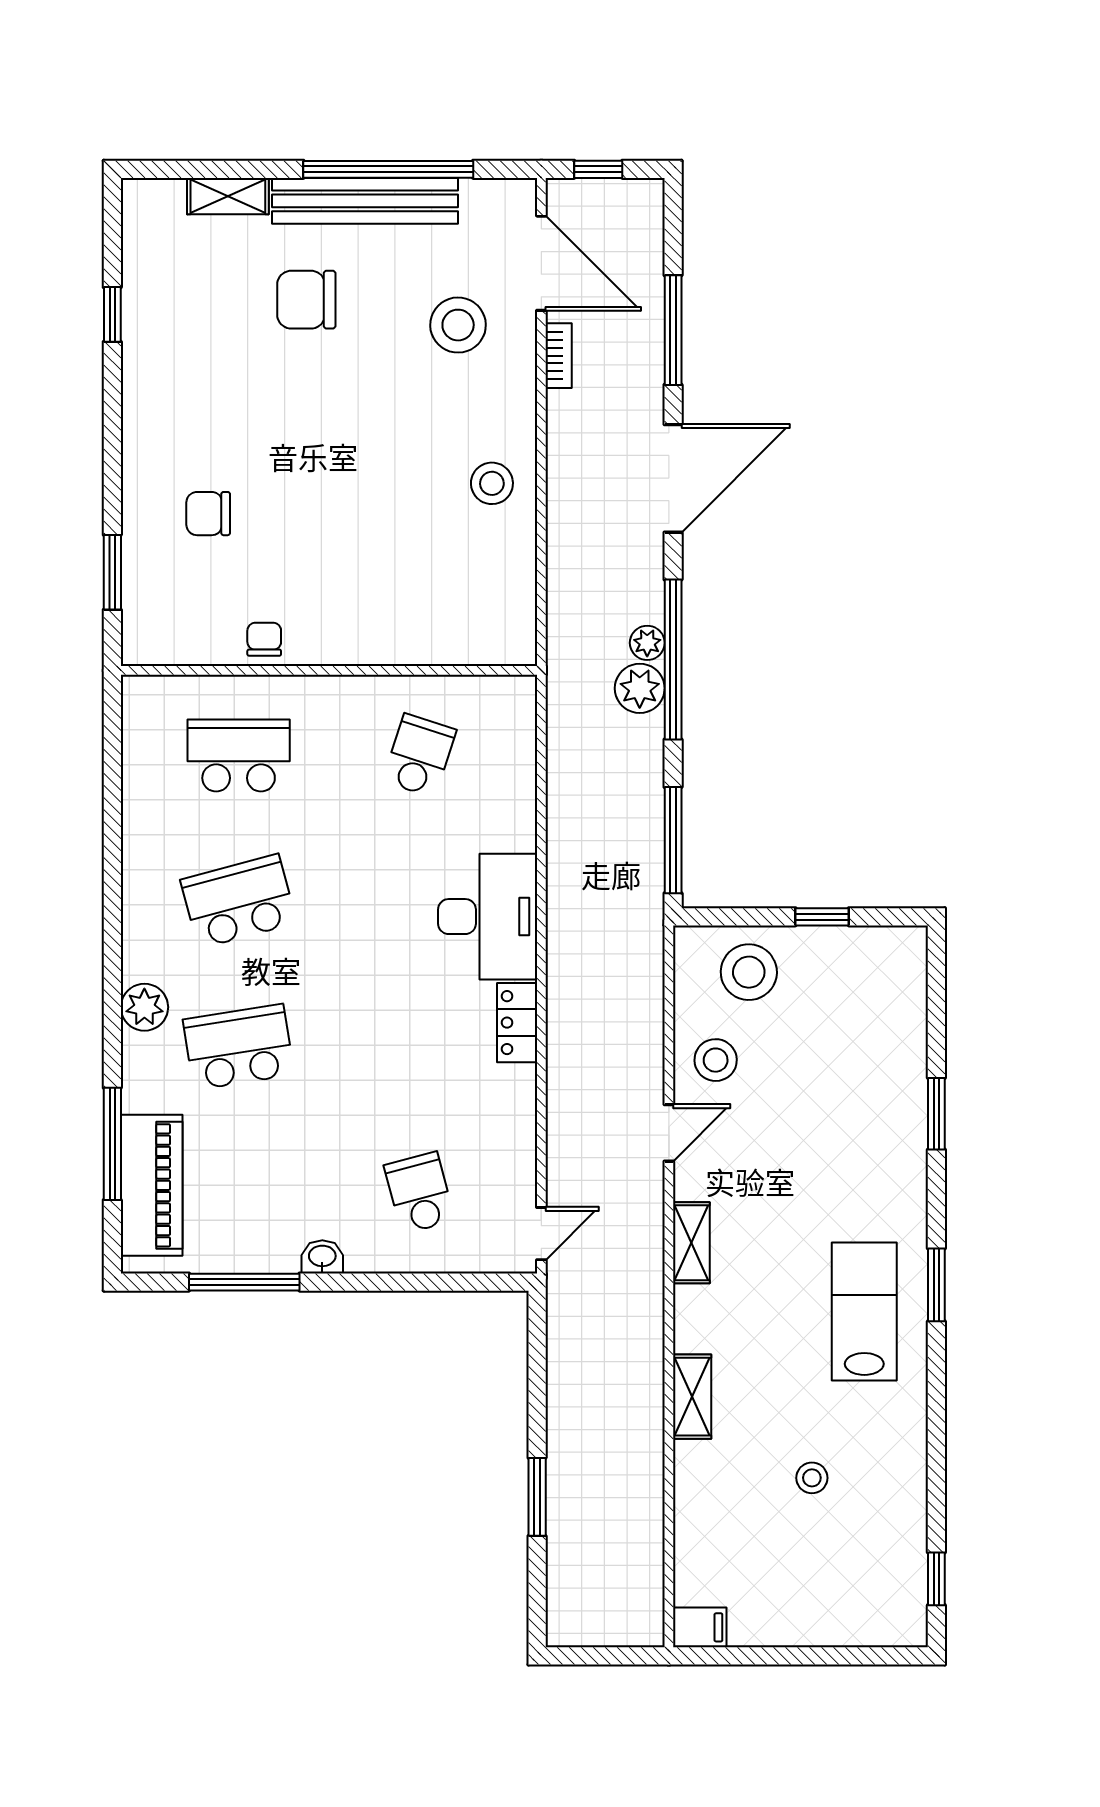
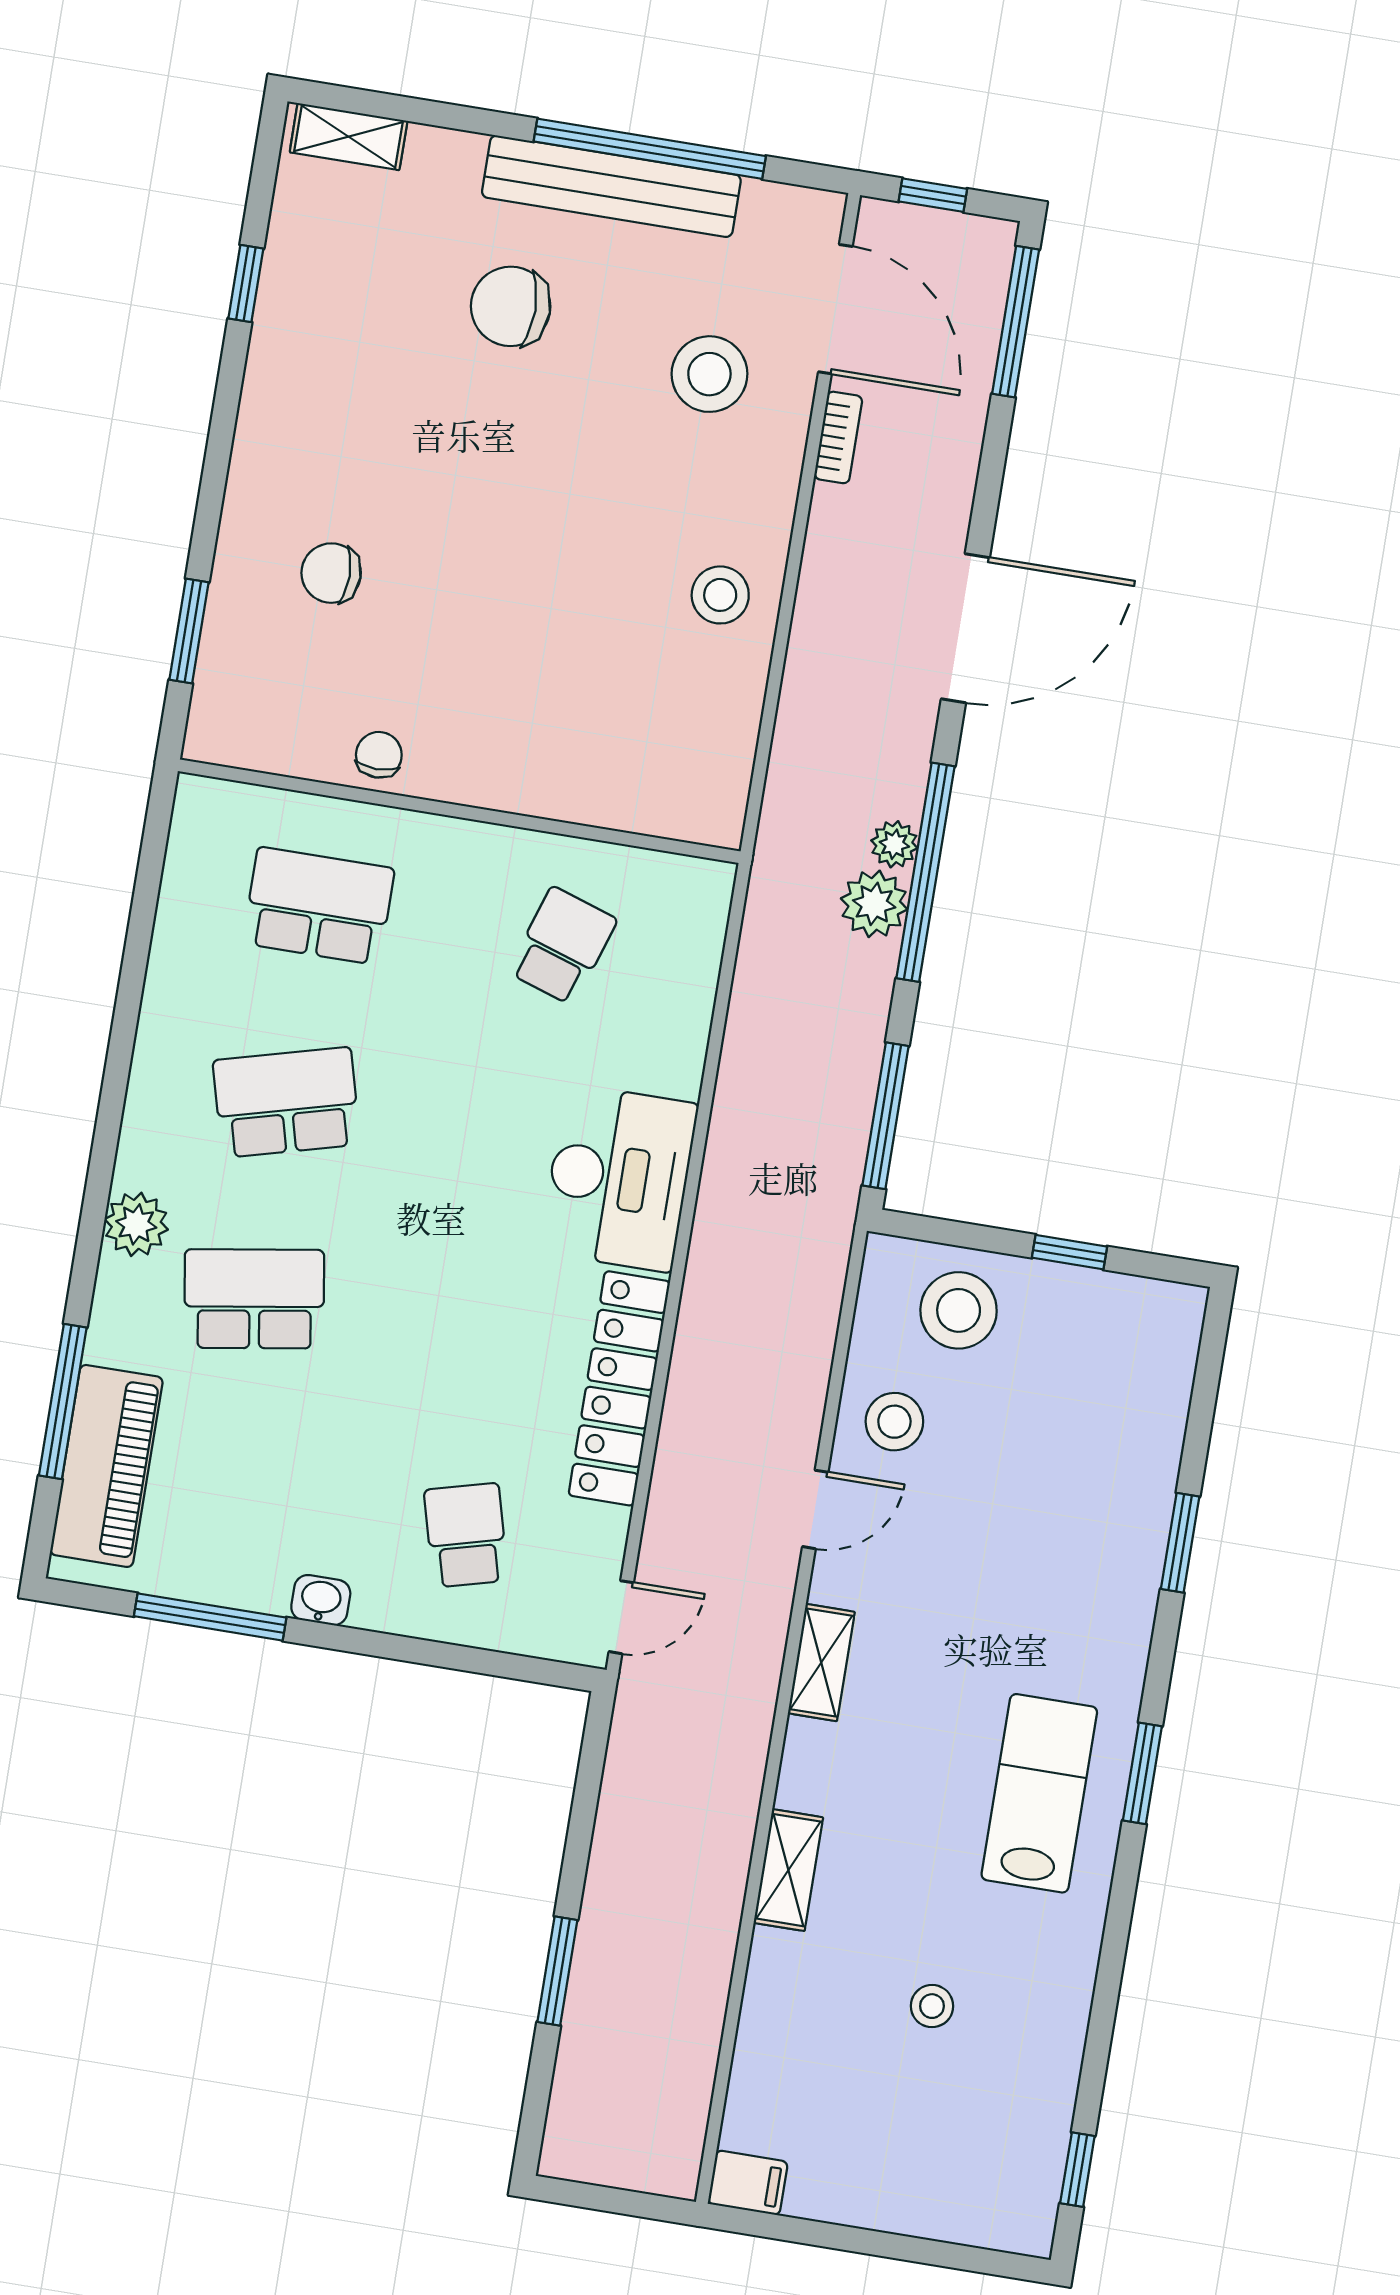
shelving: (228, 196) -> (349, 137), moved
window: (673, 330) -> (1016, 322), moved
locker: (517, 1023) -> (619, 1388), width x2.16, depth x1.21

